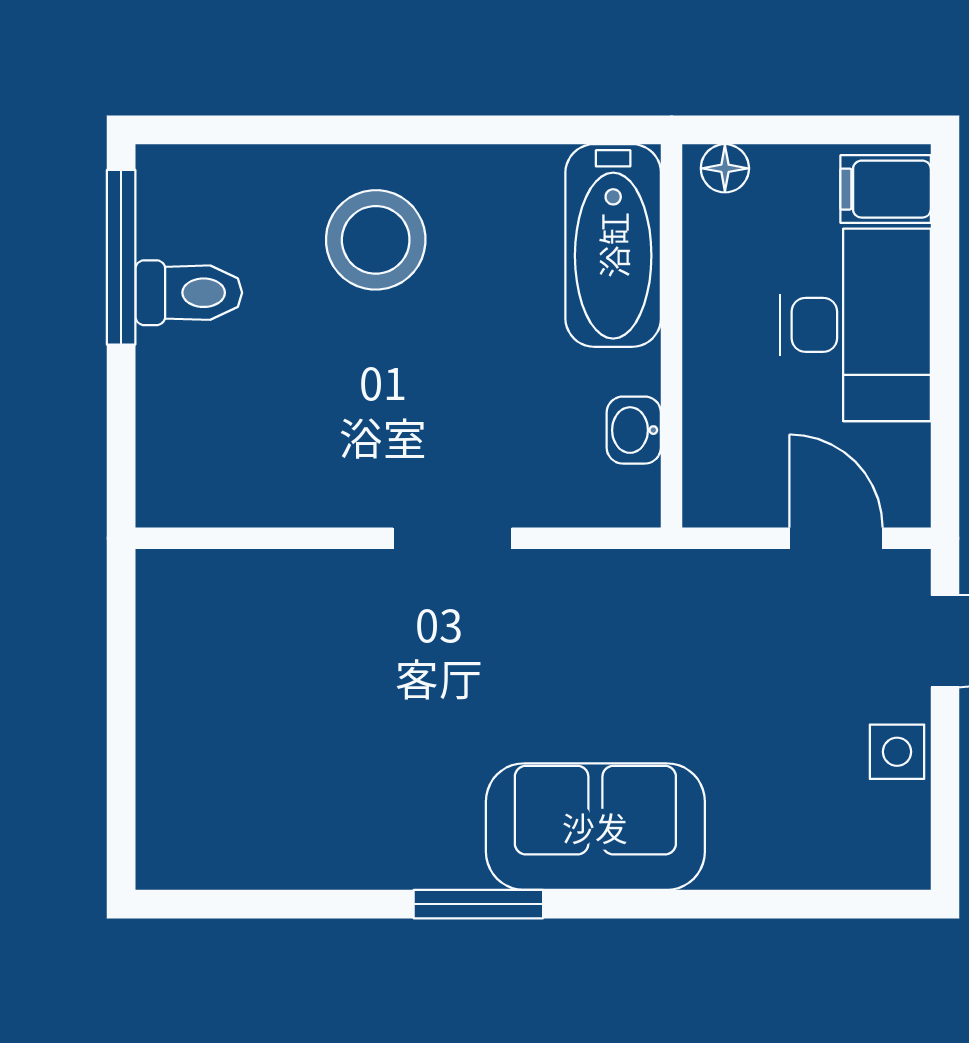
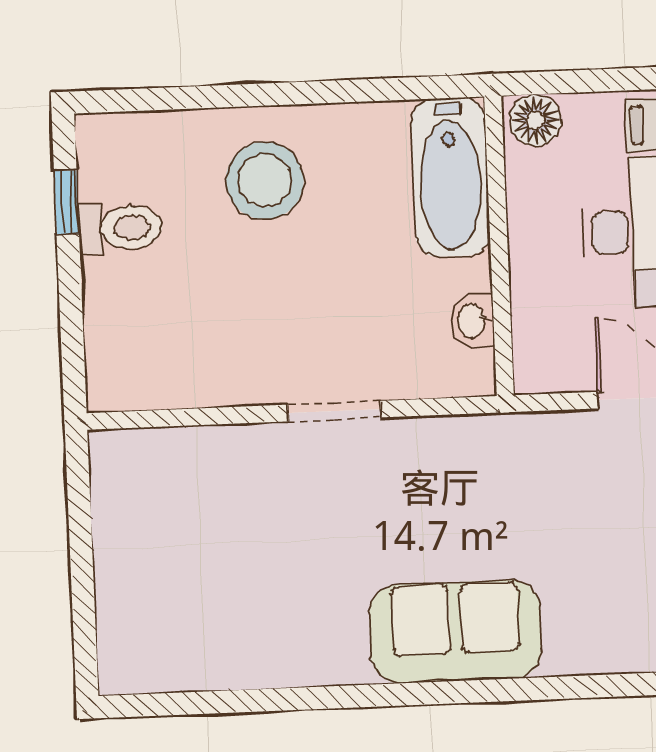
floor lamp: (725, 168) -> (535, 120), width x1.37, depth x1.37
window: (121, 257) -> (66, 202), width x0.46
window: (478, 904) -> (367, 696), removed

